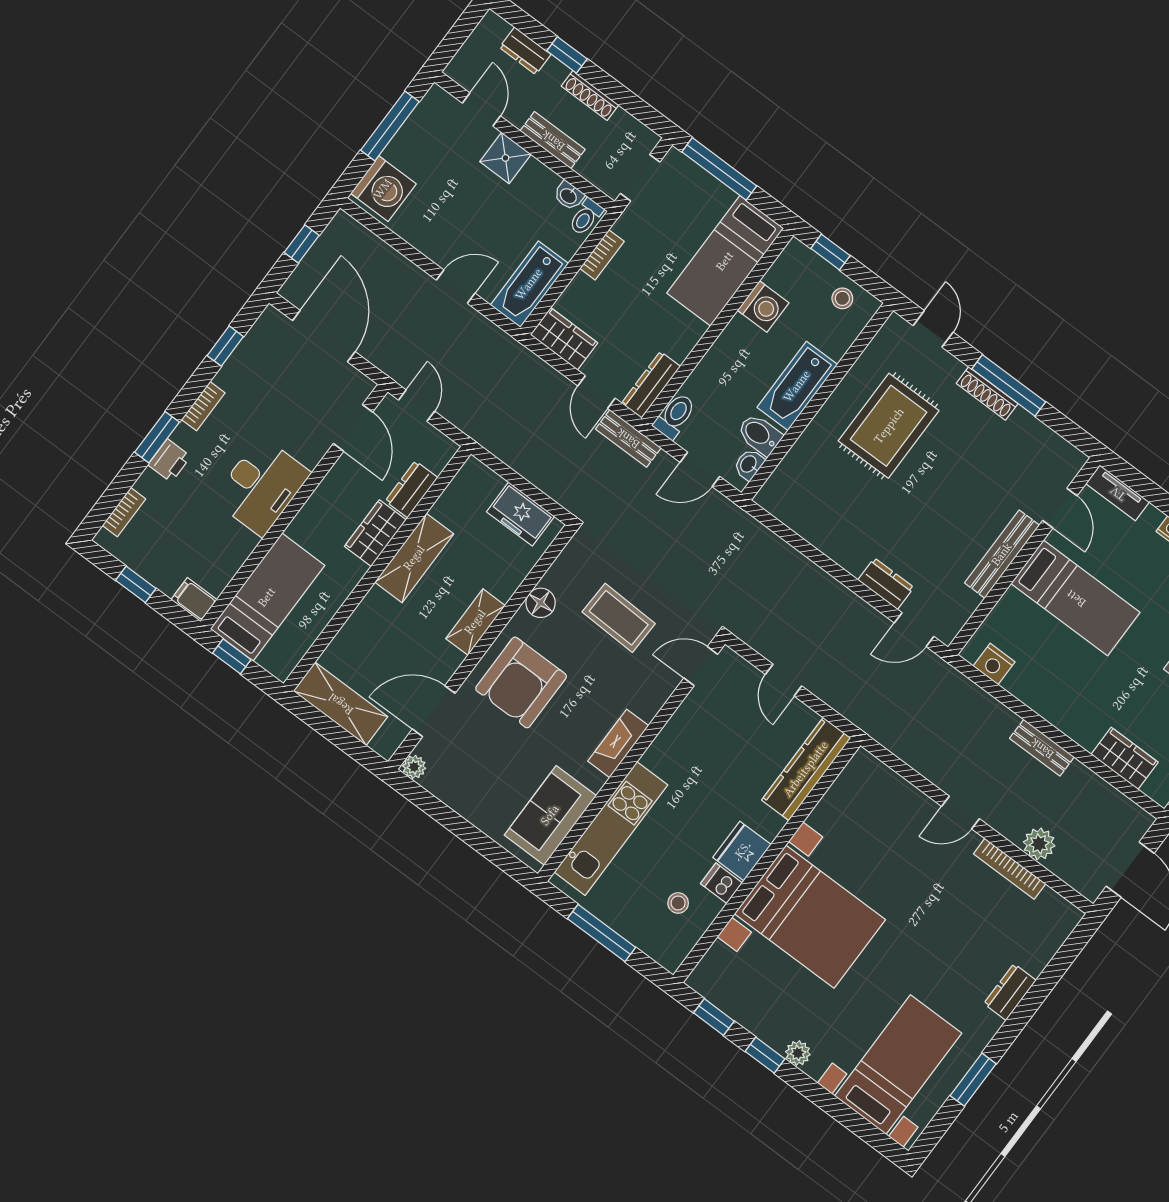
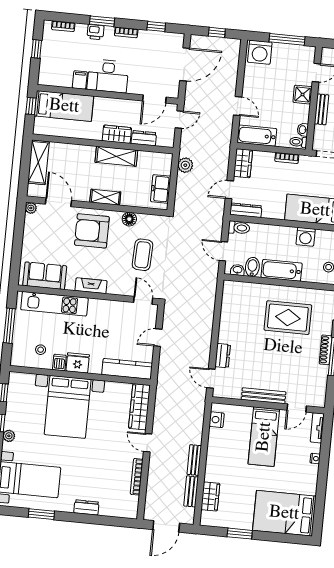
bench: (628, 438) -> (191, 491), moved
filing cabinet: (194, 600) -> (80, 80), moved
wardrobe: (887, 788) -> (139, 407), added
plant: (1039, 844) -> (185, 165), moved

